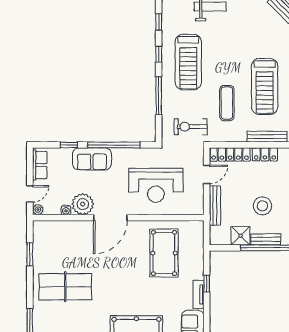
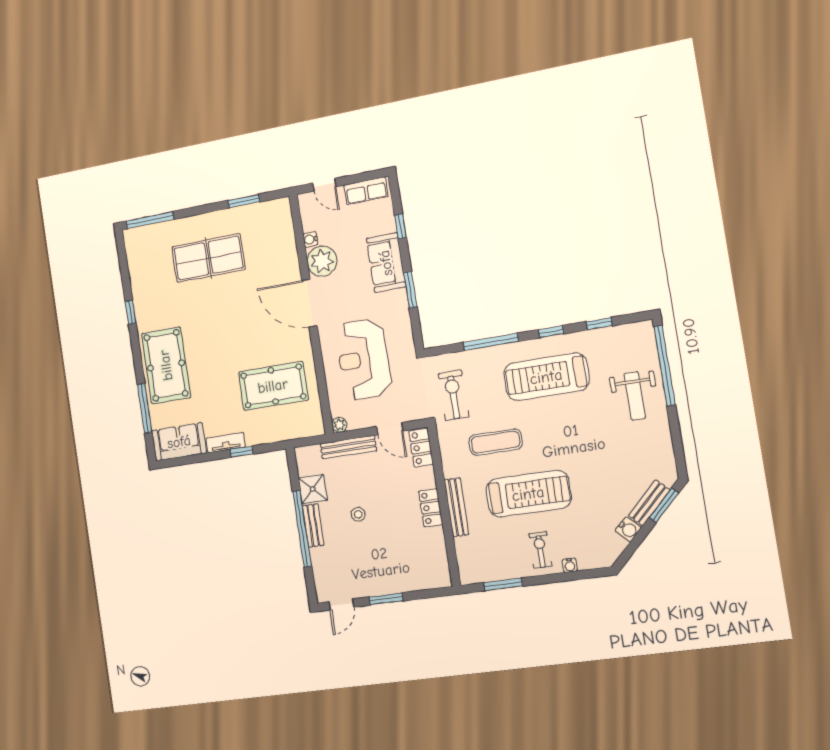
treadmill: (265, 86) -> (528, 494), turned 180
window: (114, 145) -> (410, 290), width x0.47
locker: (230, 154) -> (421, 448), width x0.66
stool: (262, 206) -> (358, 514), width x0.53, depth x0.53
plant: (38, 210) -> (339, 425), moved
table tennis table: (65, 287) -> (208, 258), turned 90

